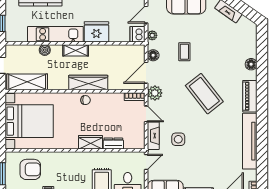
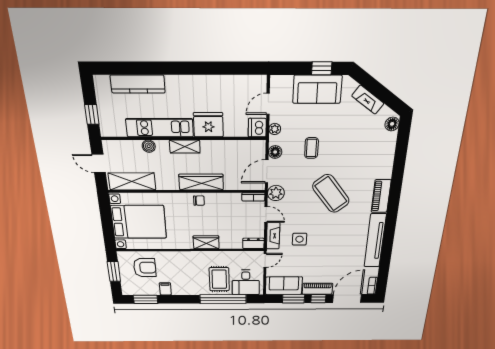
floor lamp: (251, 64) -> (392, 124), moved
dresser: (113, 144) -> (253, 243), moved

